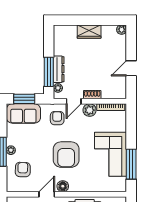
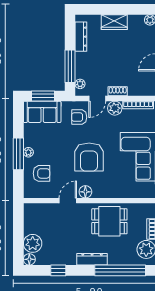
dresser: (59, 69) -> (81, 37), moved
armchair: (57, 118) -> (79, 117), turned -90
armchair: (23, 170) -> (41, 173), turned 89

